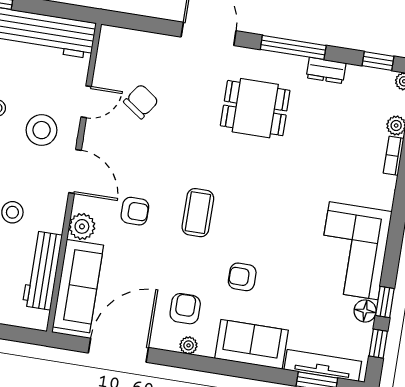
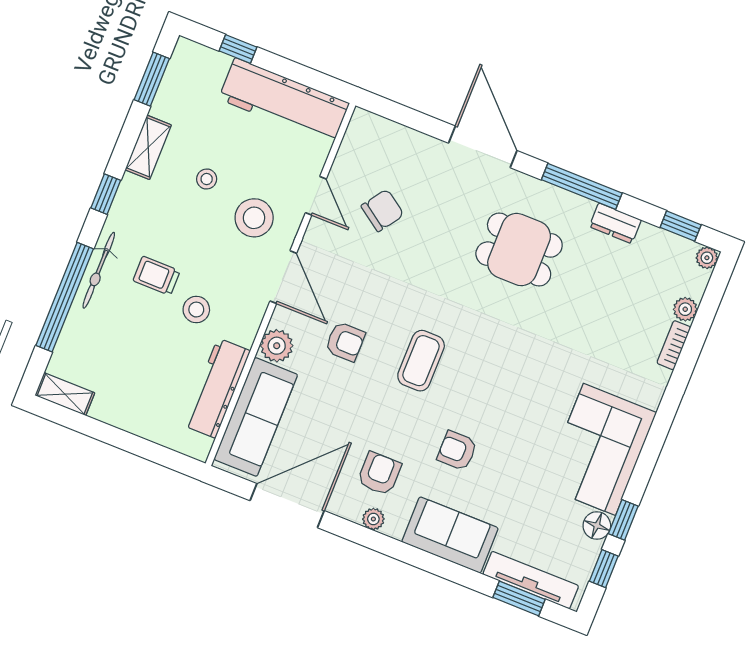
door: (86, 102) -> (316, 196), hinge flipped

